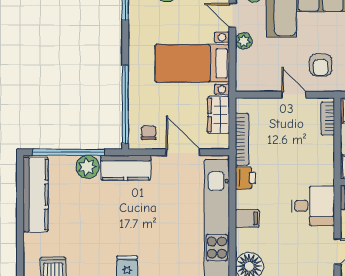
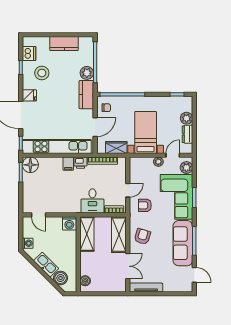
kitchen counter: (36, 195) -> (64, 43), width x0.67
desk: (313, 206) -> (92, 201), moved
filing cabinet: (247, 218) -> (68, 164), moved
stool: (88, 246) -> (42, 73), added

